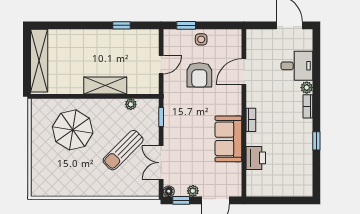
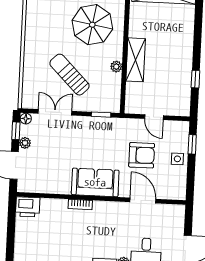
armchair: (199, 75) -> (142, 155), turned 180
plant: (131, 104) -> (116, 67), moved
bookcase: (251, 120) -> (80, 204), moved
sofa: (228, 139) -> (95, 182), moved
printer: (256, 158) -> (28, 207), moved

